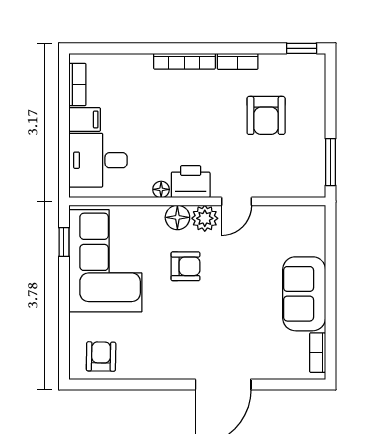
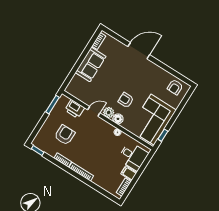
printer: (191, 182) -> (75, 109), moved

